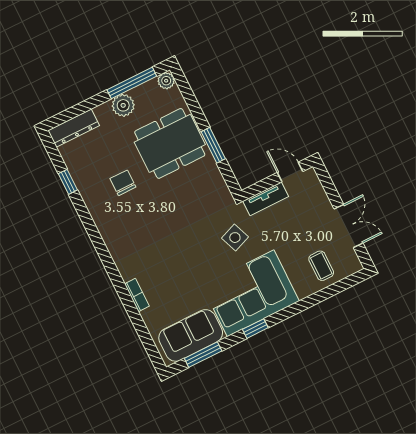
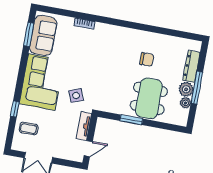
plant: (166, 81) -> (185, 103), moved
window: (132, 83) -> (197, 88), moved
dresser: (74, 128) -> (192, 66), moved
window: (68, 182) -> (168, 32), removed
window: (255, 329) -> (15, 109), moved

